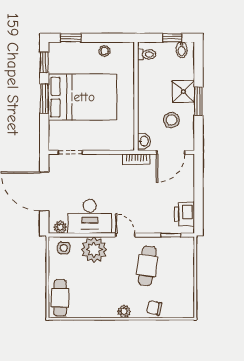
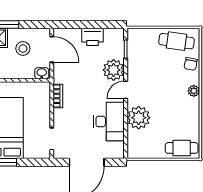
bookcase: (136, 159) -> (58, 96), moved
printer: (185, 214) -> (92, 37), moved
plant: (60, 227) -> (114, 70), moved, width x1.88, depth x1.88
side table: (64, 248) -> (137, 145), removed
cafe table: (147, 266) -> (176, 41), moved

